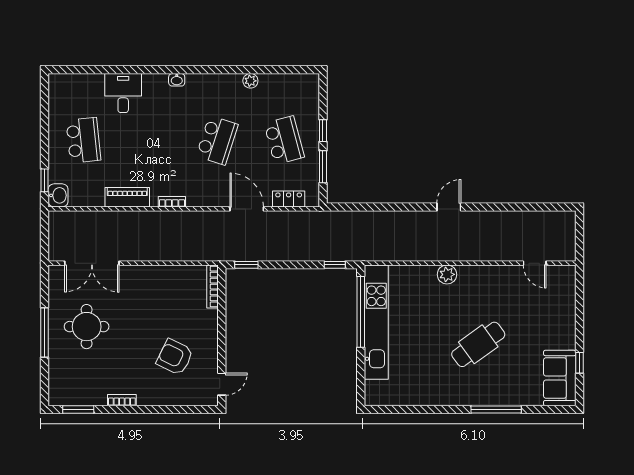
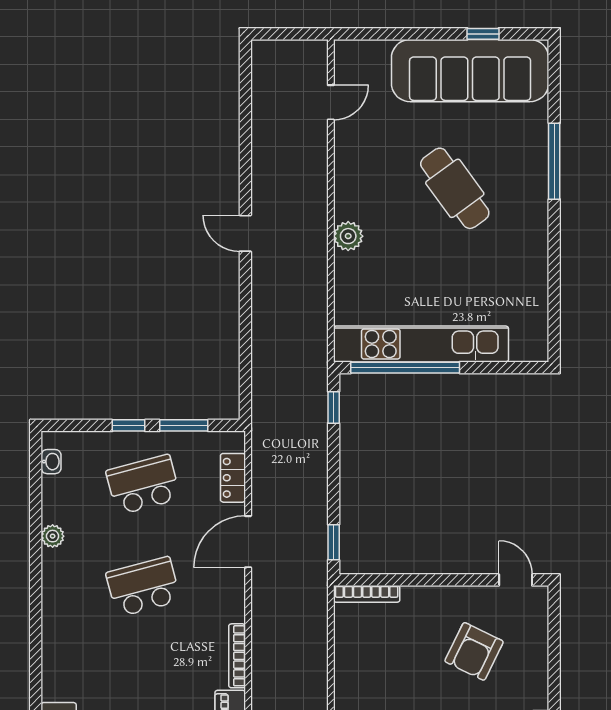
washbasin: (177, 80) -> (51, 462), moved
school desk: (217, 140) -> (143, 587), turned -33
bookcase: (172, 202) -> (237, 656), width x1.56
sofa: (560, 378) -> (470, 71), width x1.85, depth x1.27

